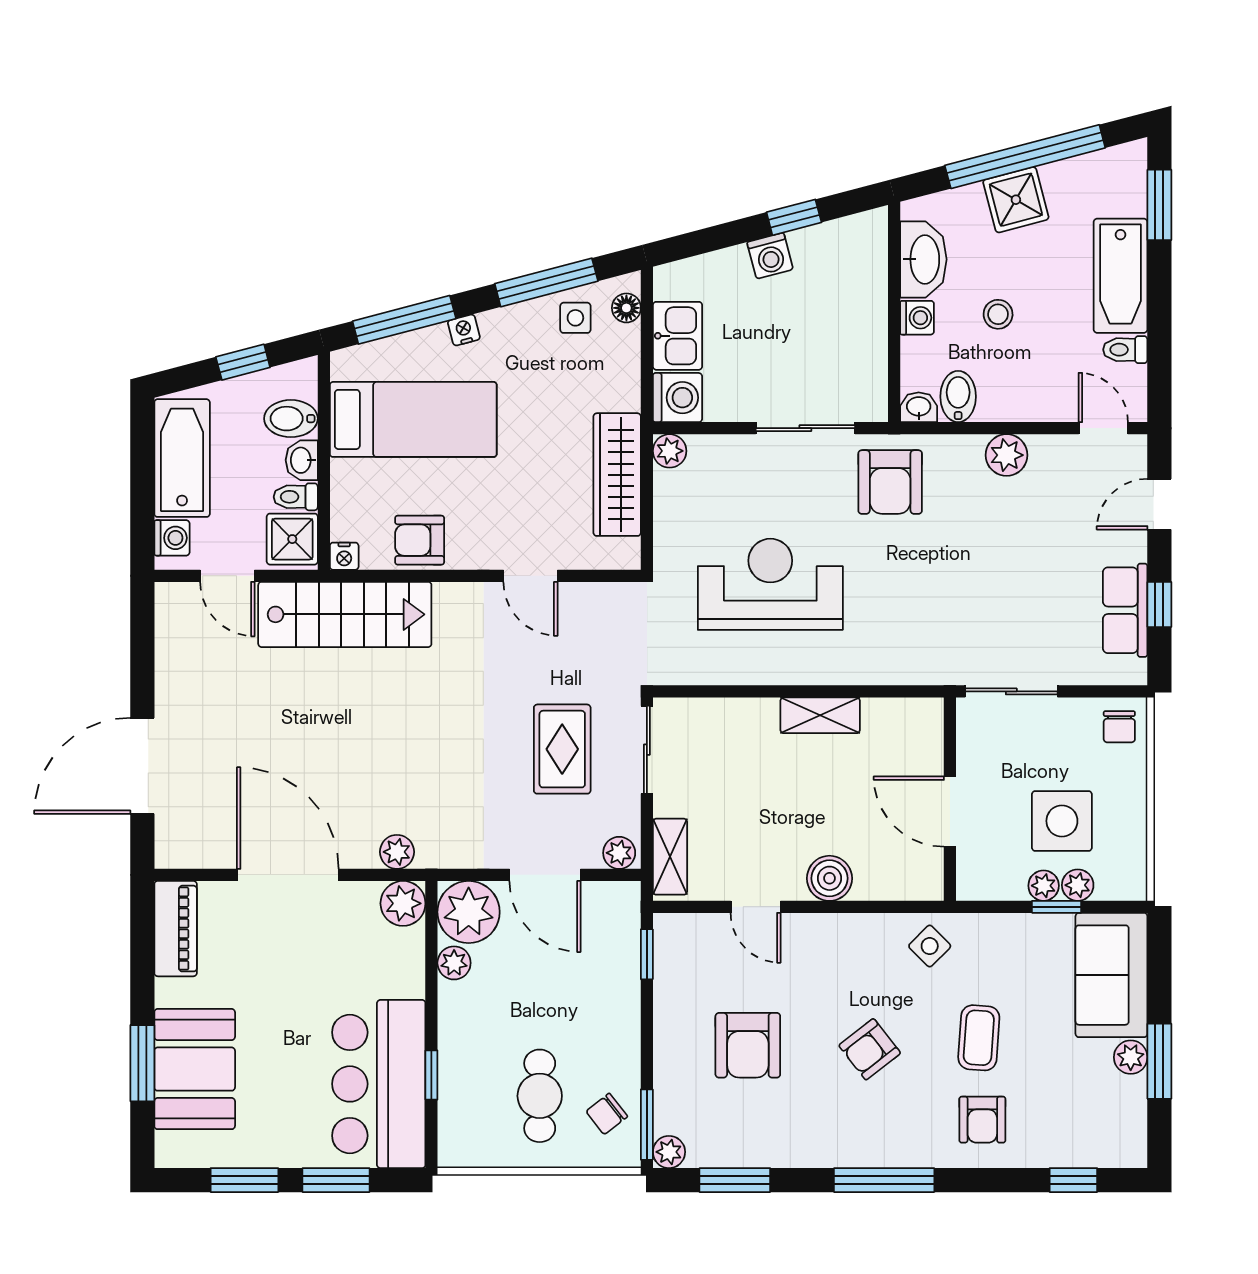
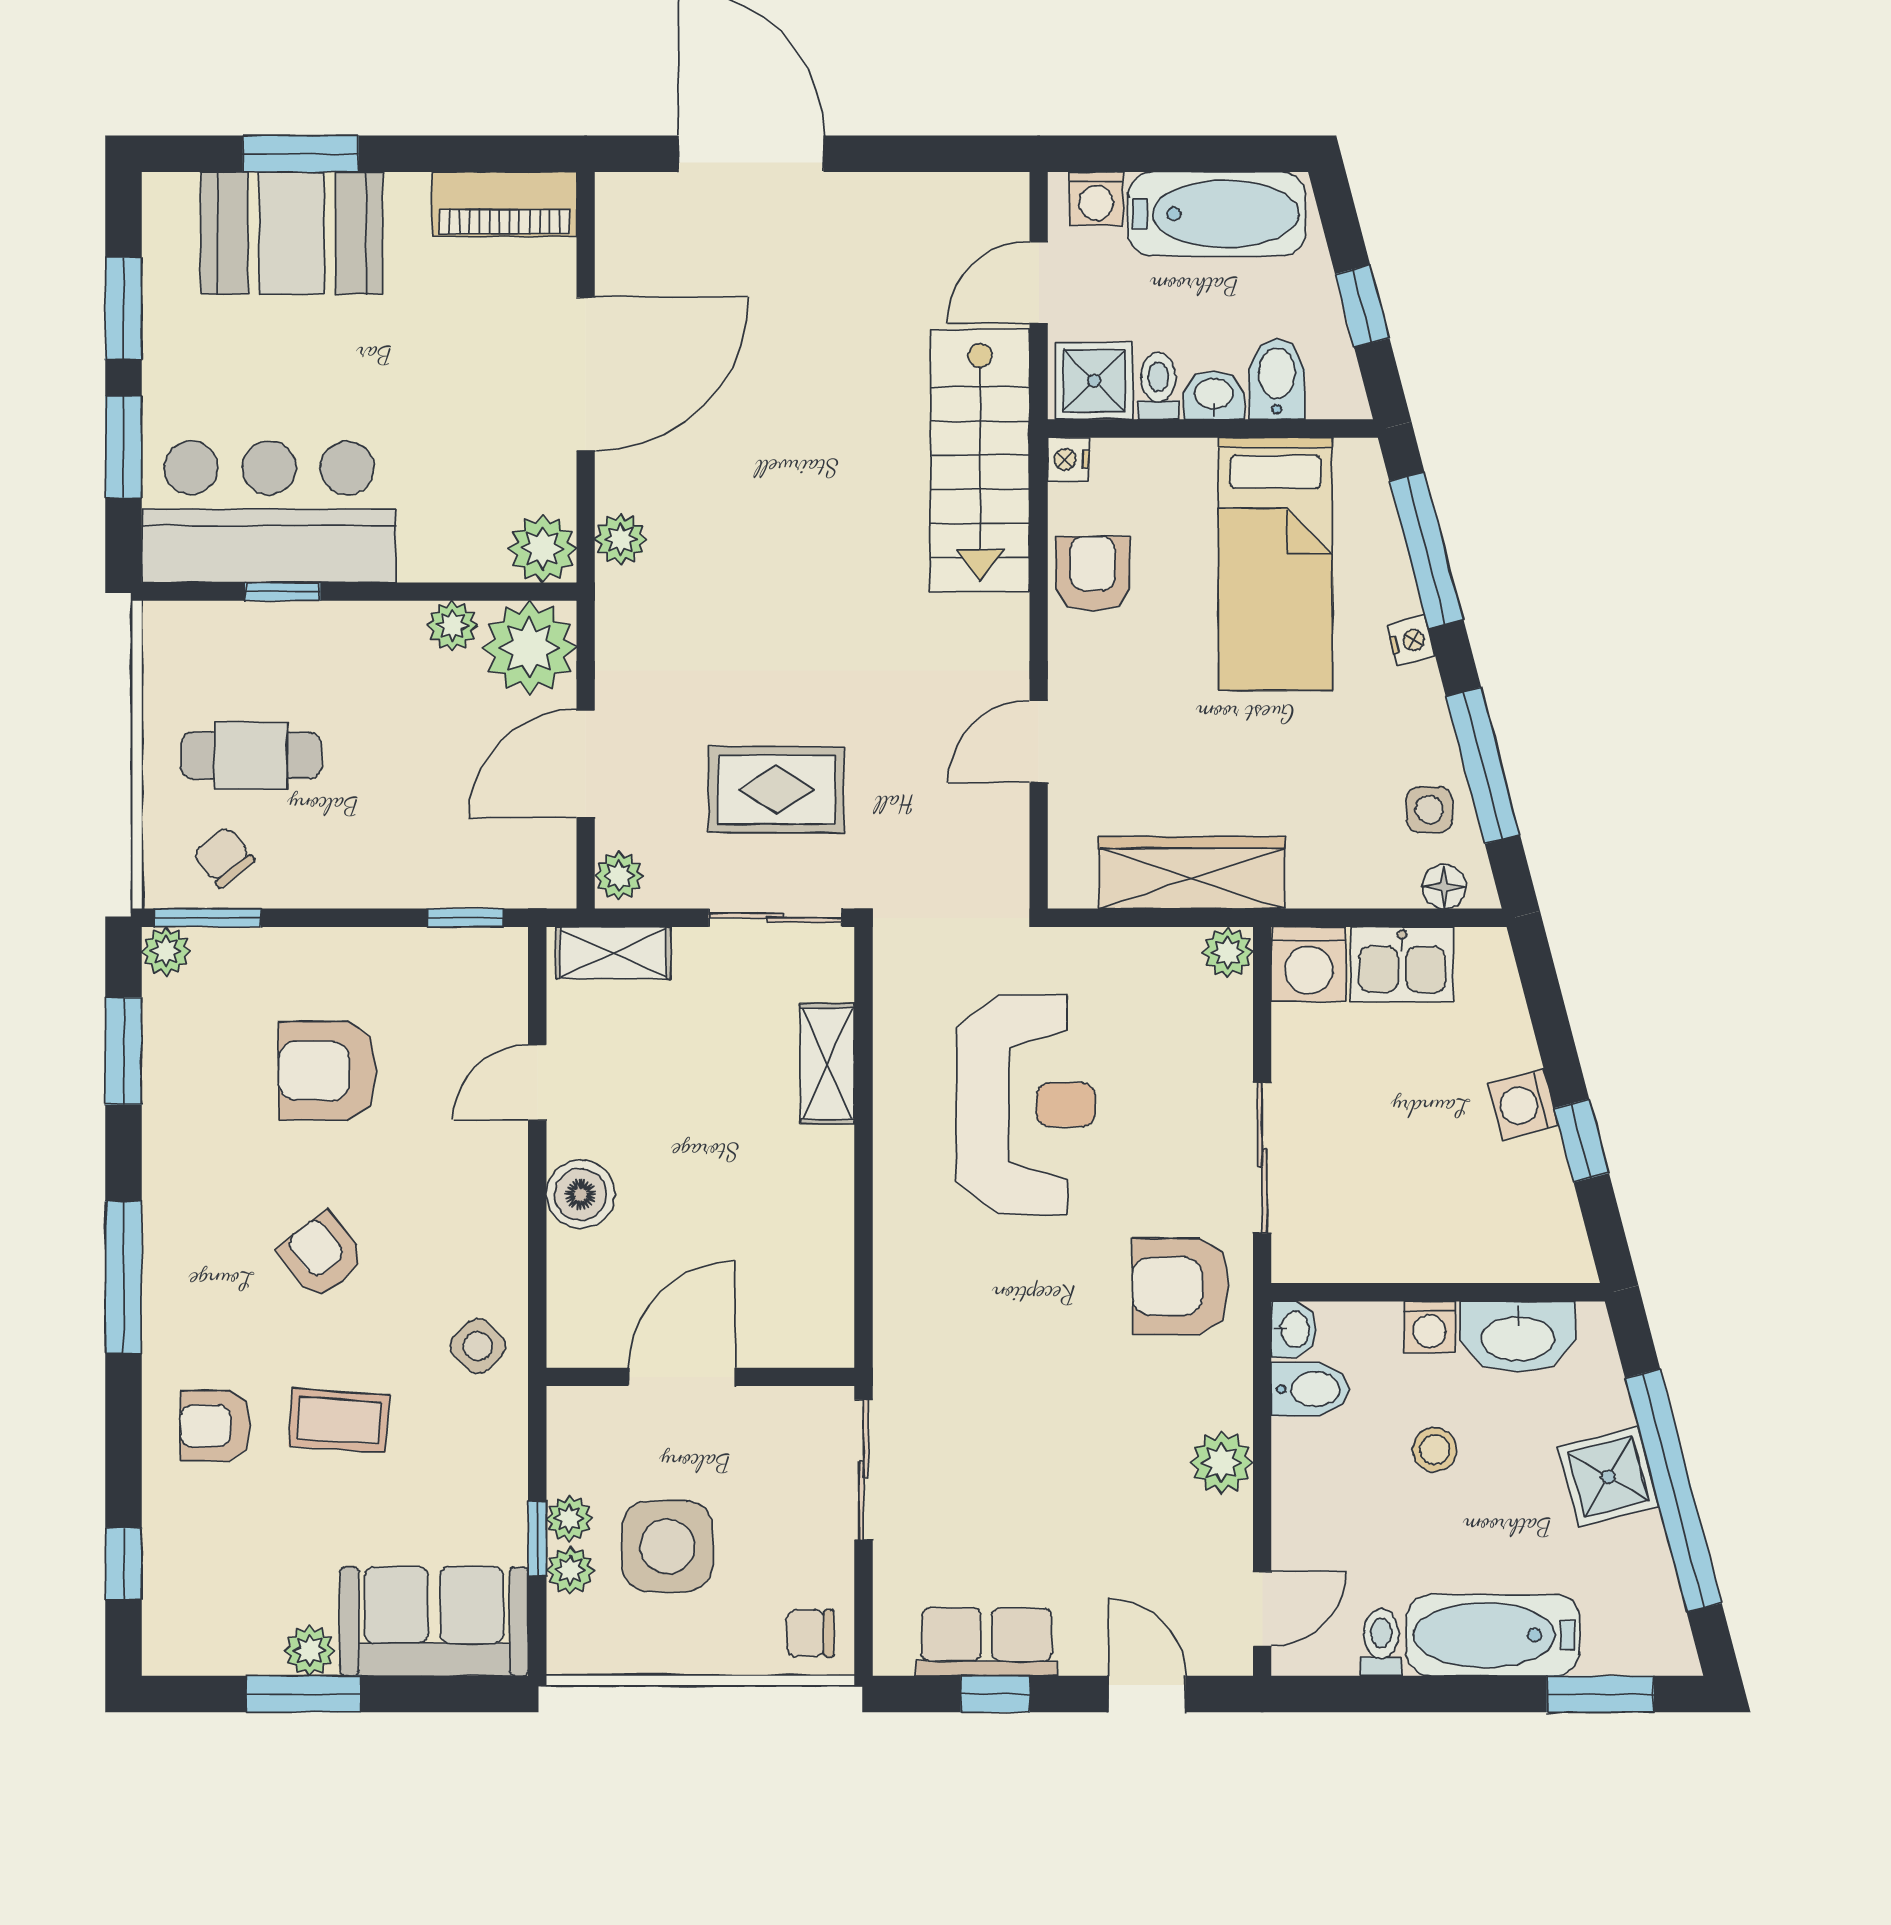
shelving: (820, 715) -> (827, 1064), moved

